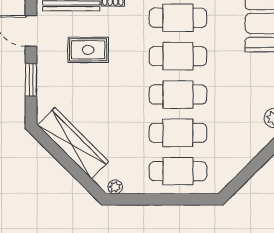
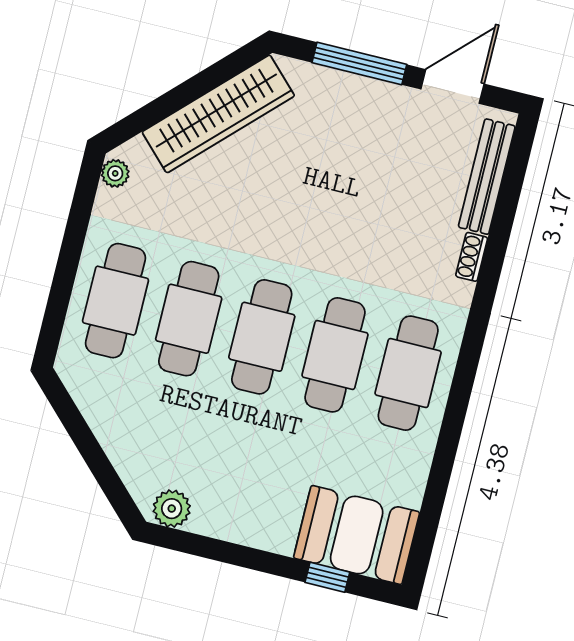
rug: (88, 50) -> (389, 187), removed
window: (31, 80) -> (359, 63), width x1.44

